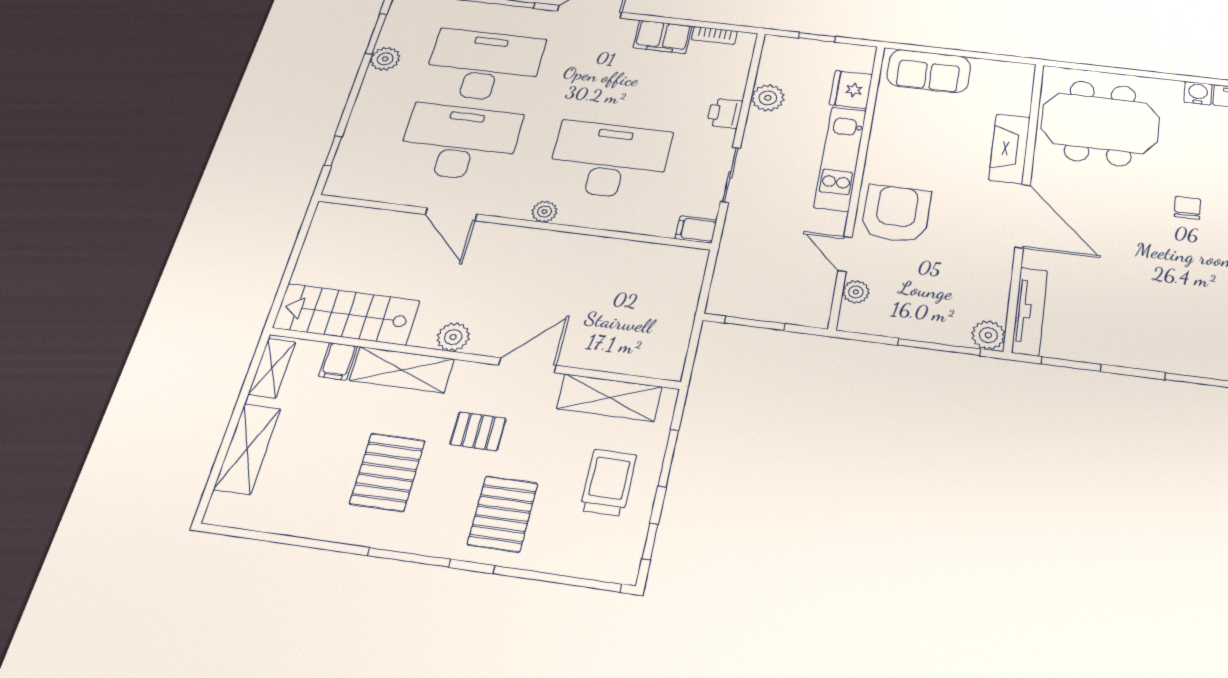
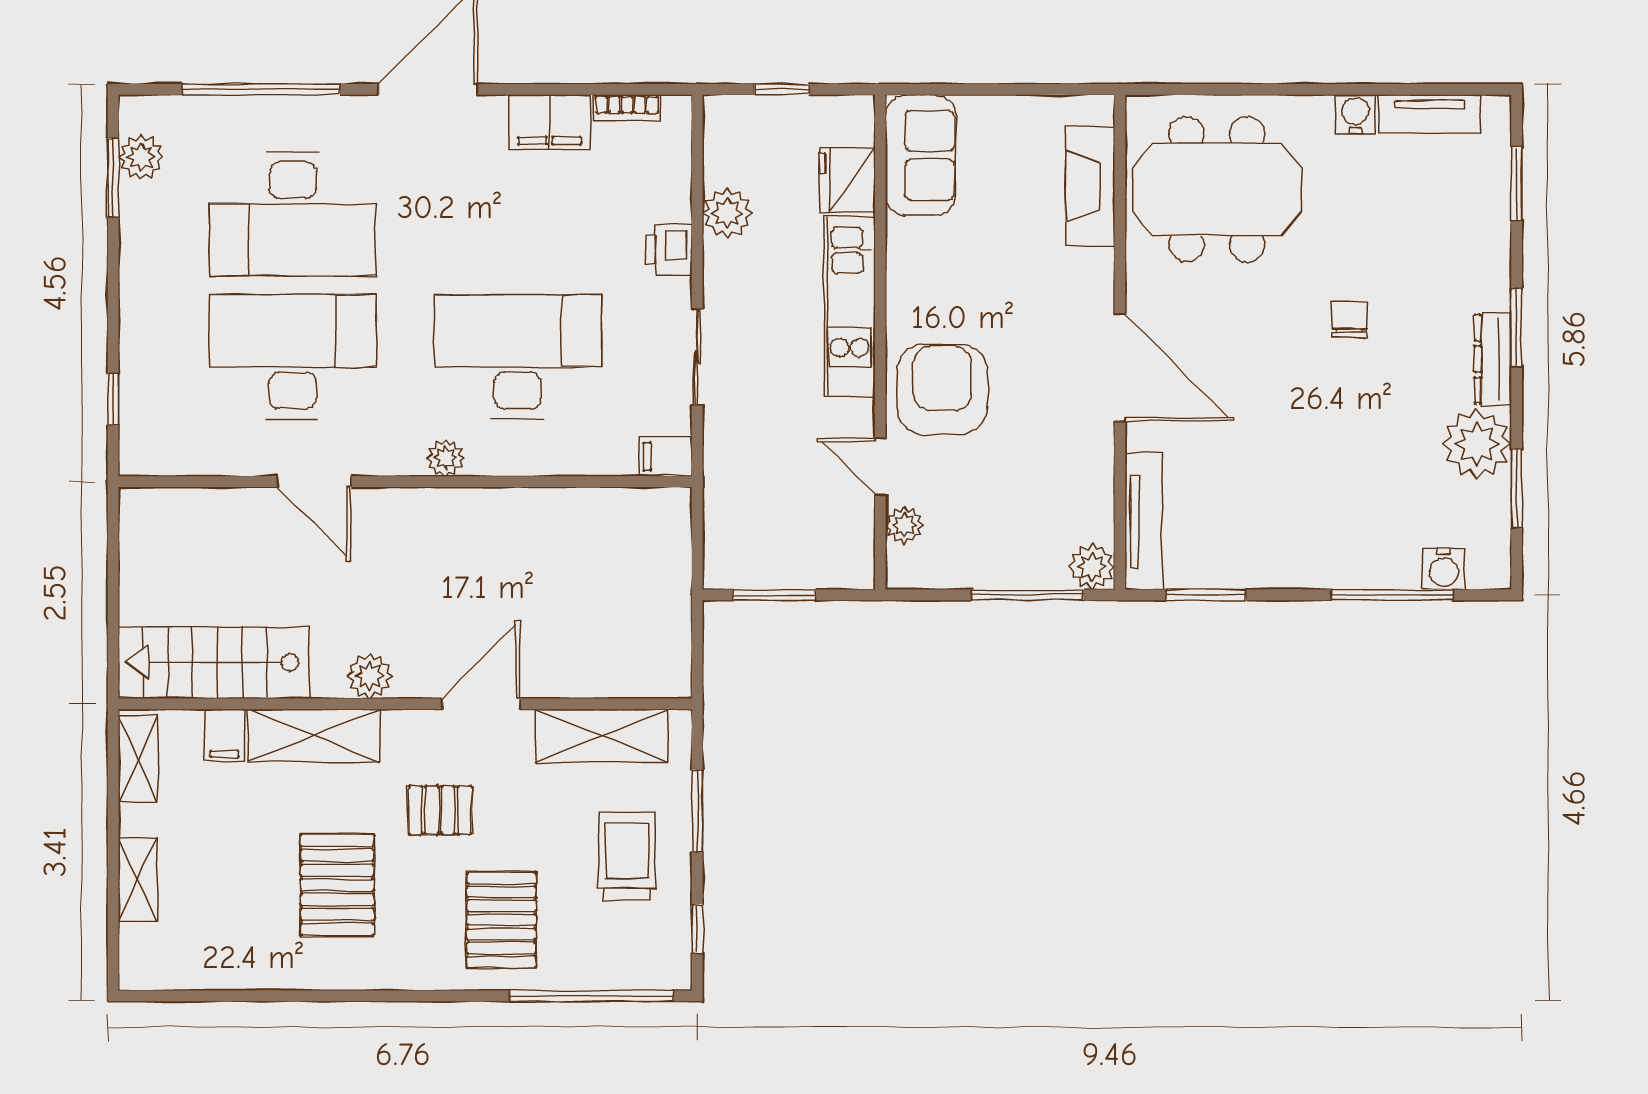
plant: (385, 59) -> (141, 157), moved
desk: (484, 66) -> (293, 214), turned 180
sofa: (929, 71) -> (921, 155), moved, turned -90
fireplace: (1009, 149) -> (1090, 186), moved
shelving: (247, 449) -> (137, 880), width x0.67, depth x0.75
window: (409, 557) -> (398, 996), removed

